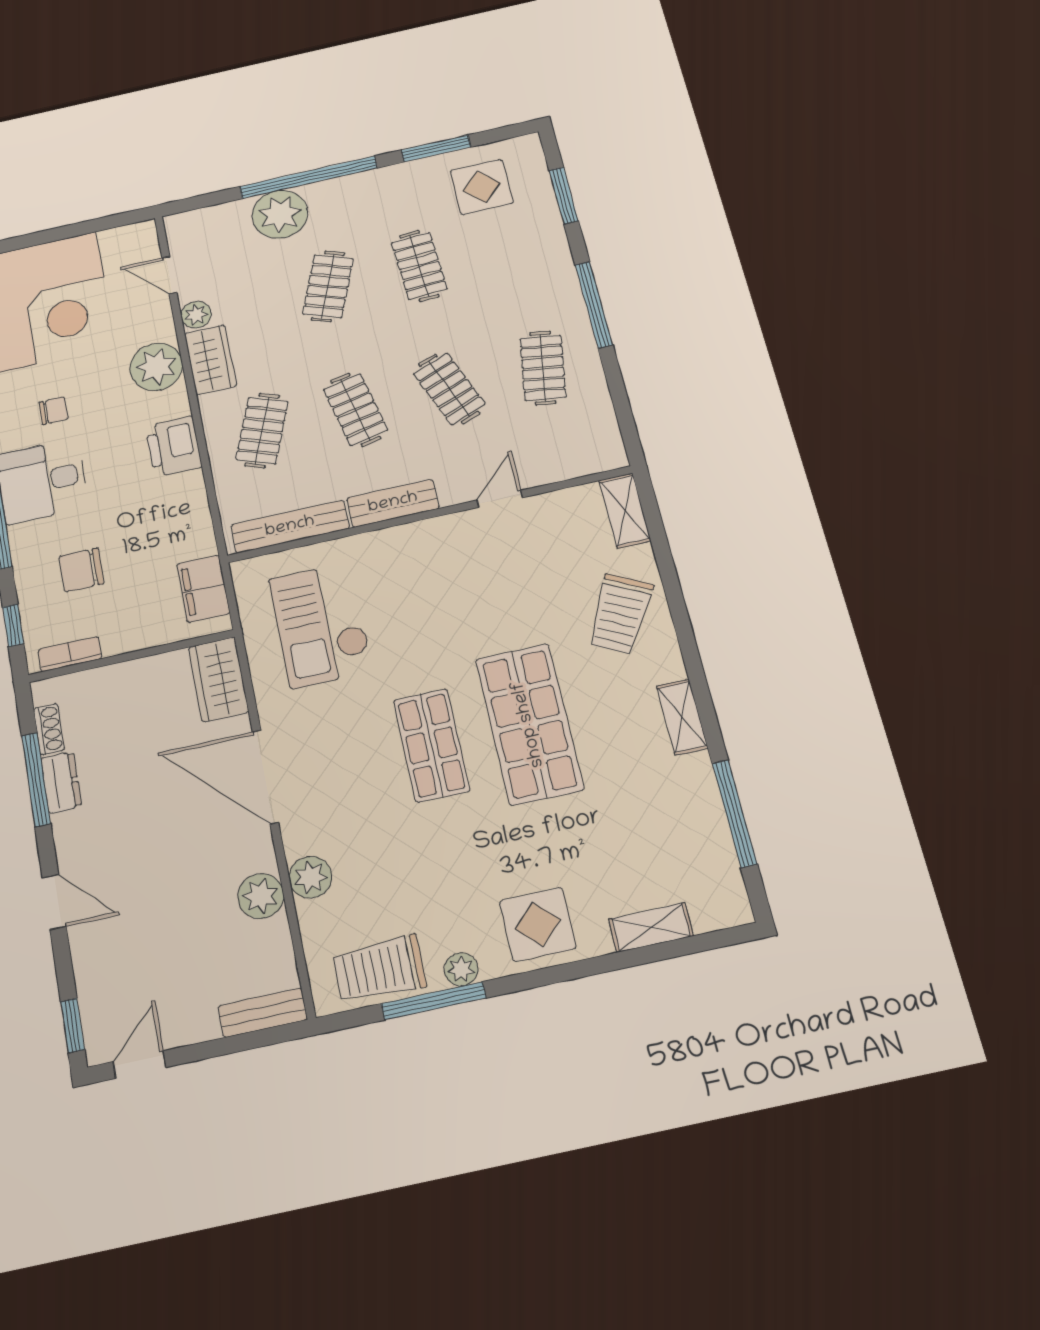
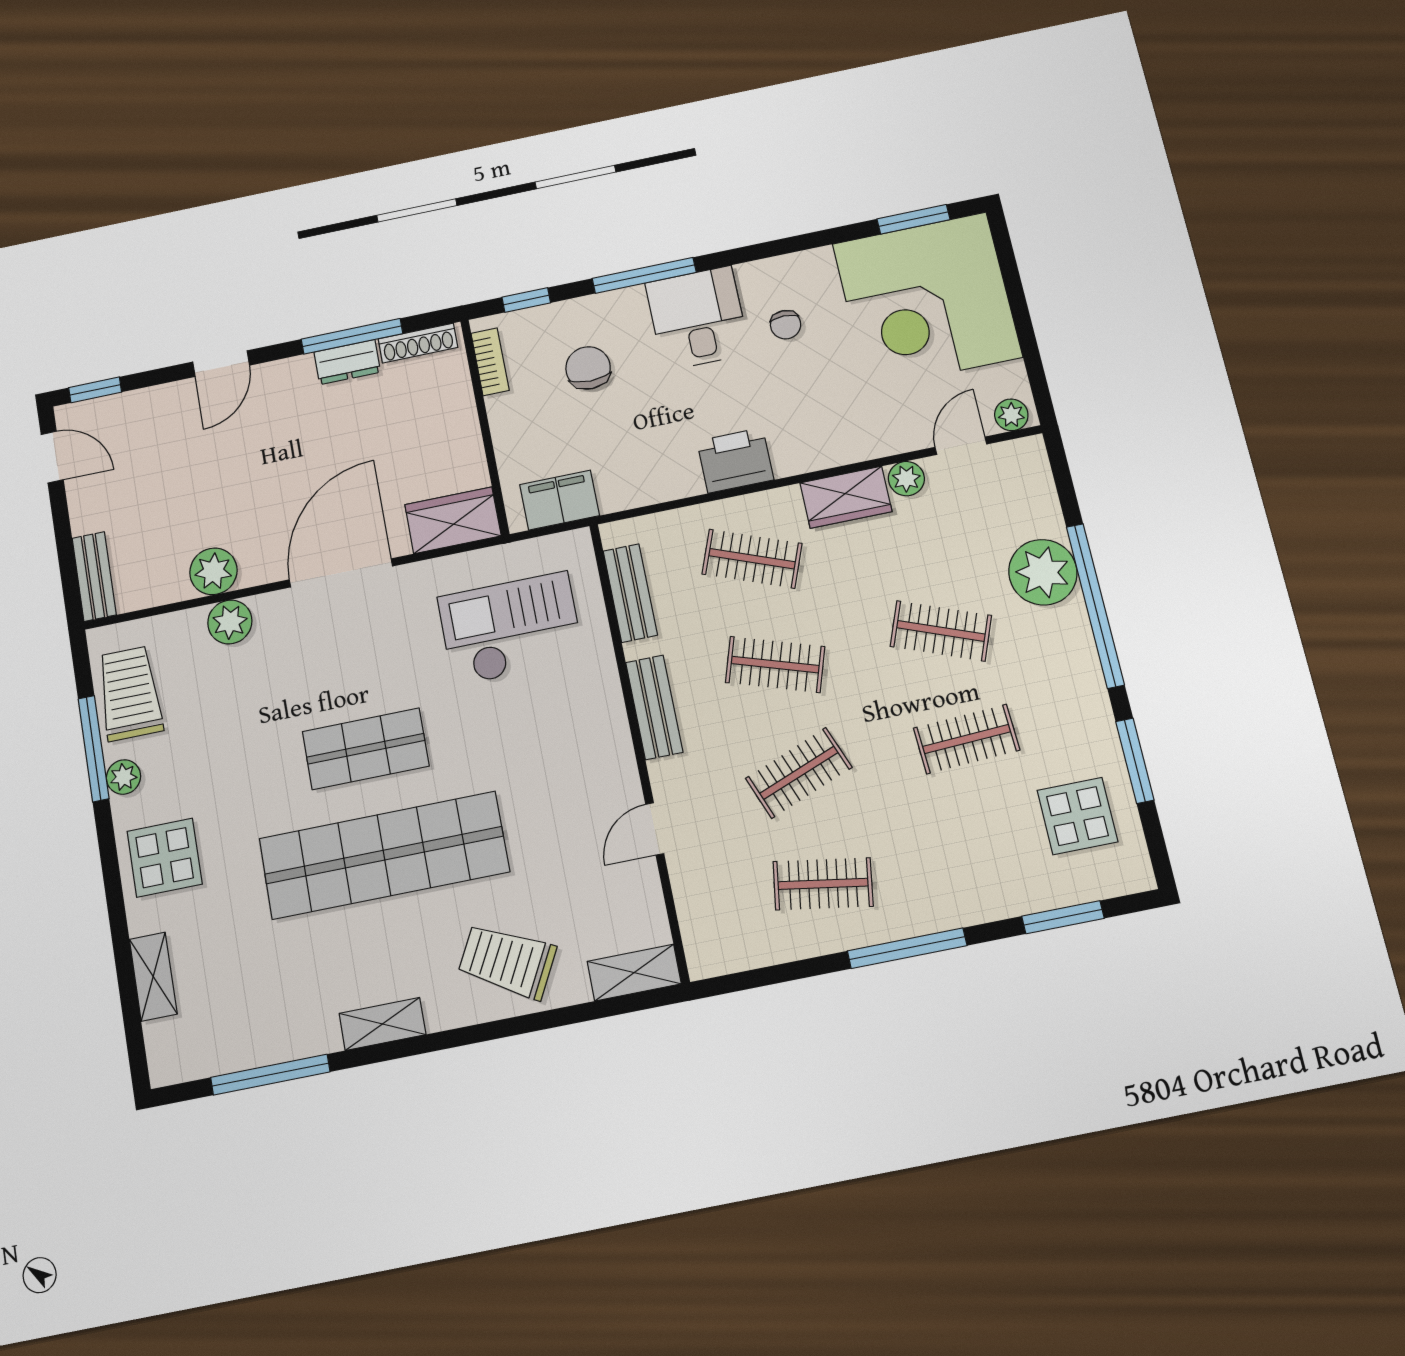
plant: (156, 367) -> (1011, 415), moved, width x0.53, depth x0.53
clothes rail: (356, 410) -> (775, 665), turned 30
door: (500, 499) -> (655, 829), swing flipped
bench: (290, 527) -> (630, 593), width x0.73
shop shelf: (529, 724) -> (384, 855), width x1.40
shoe rack: (49, 729) -> (418, 343), width x1.43

